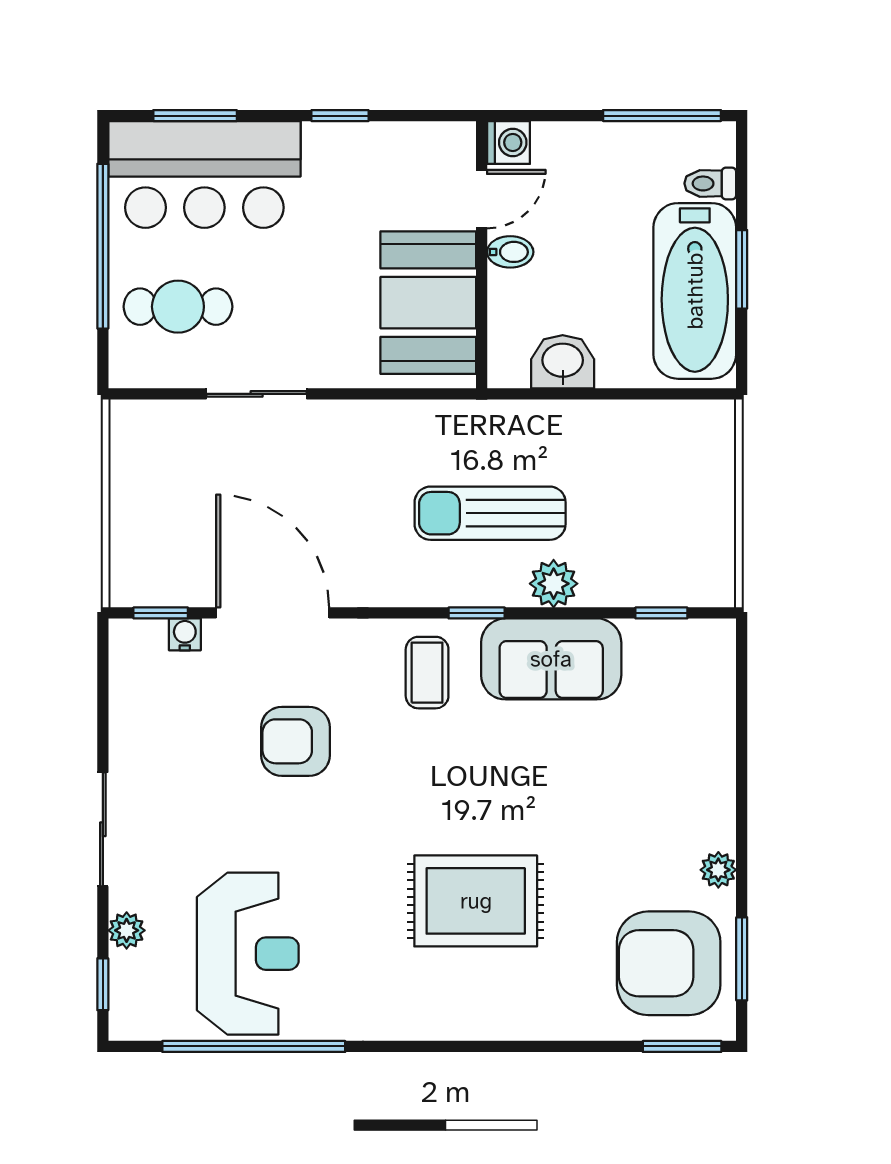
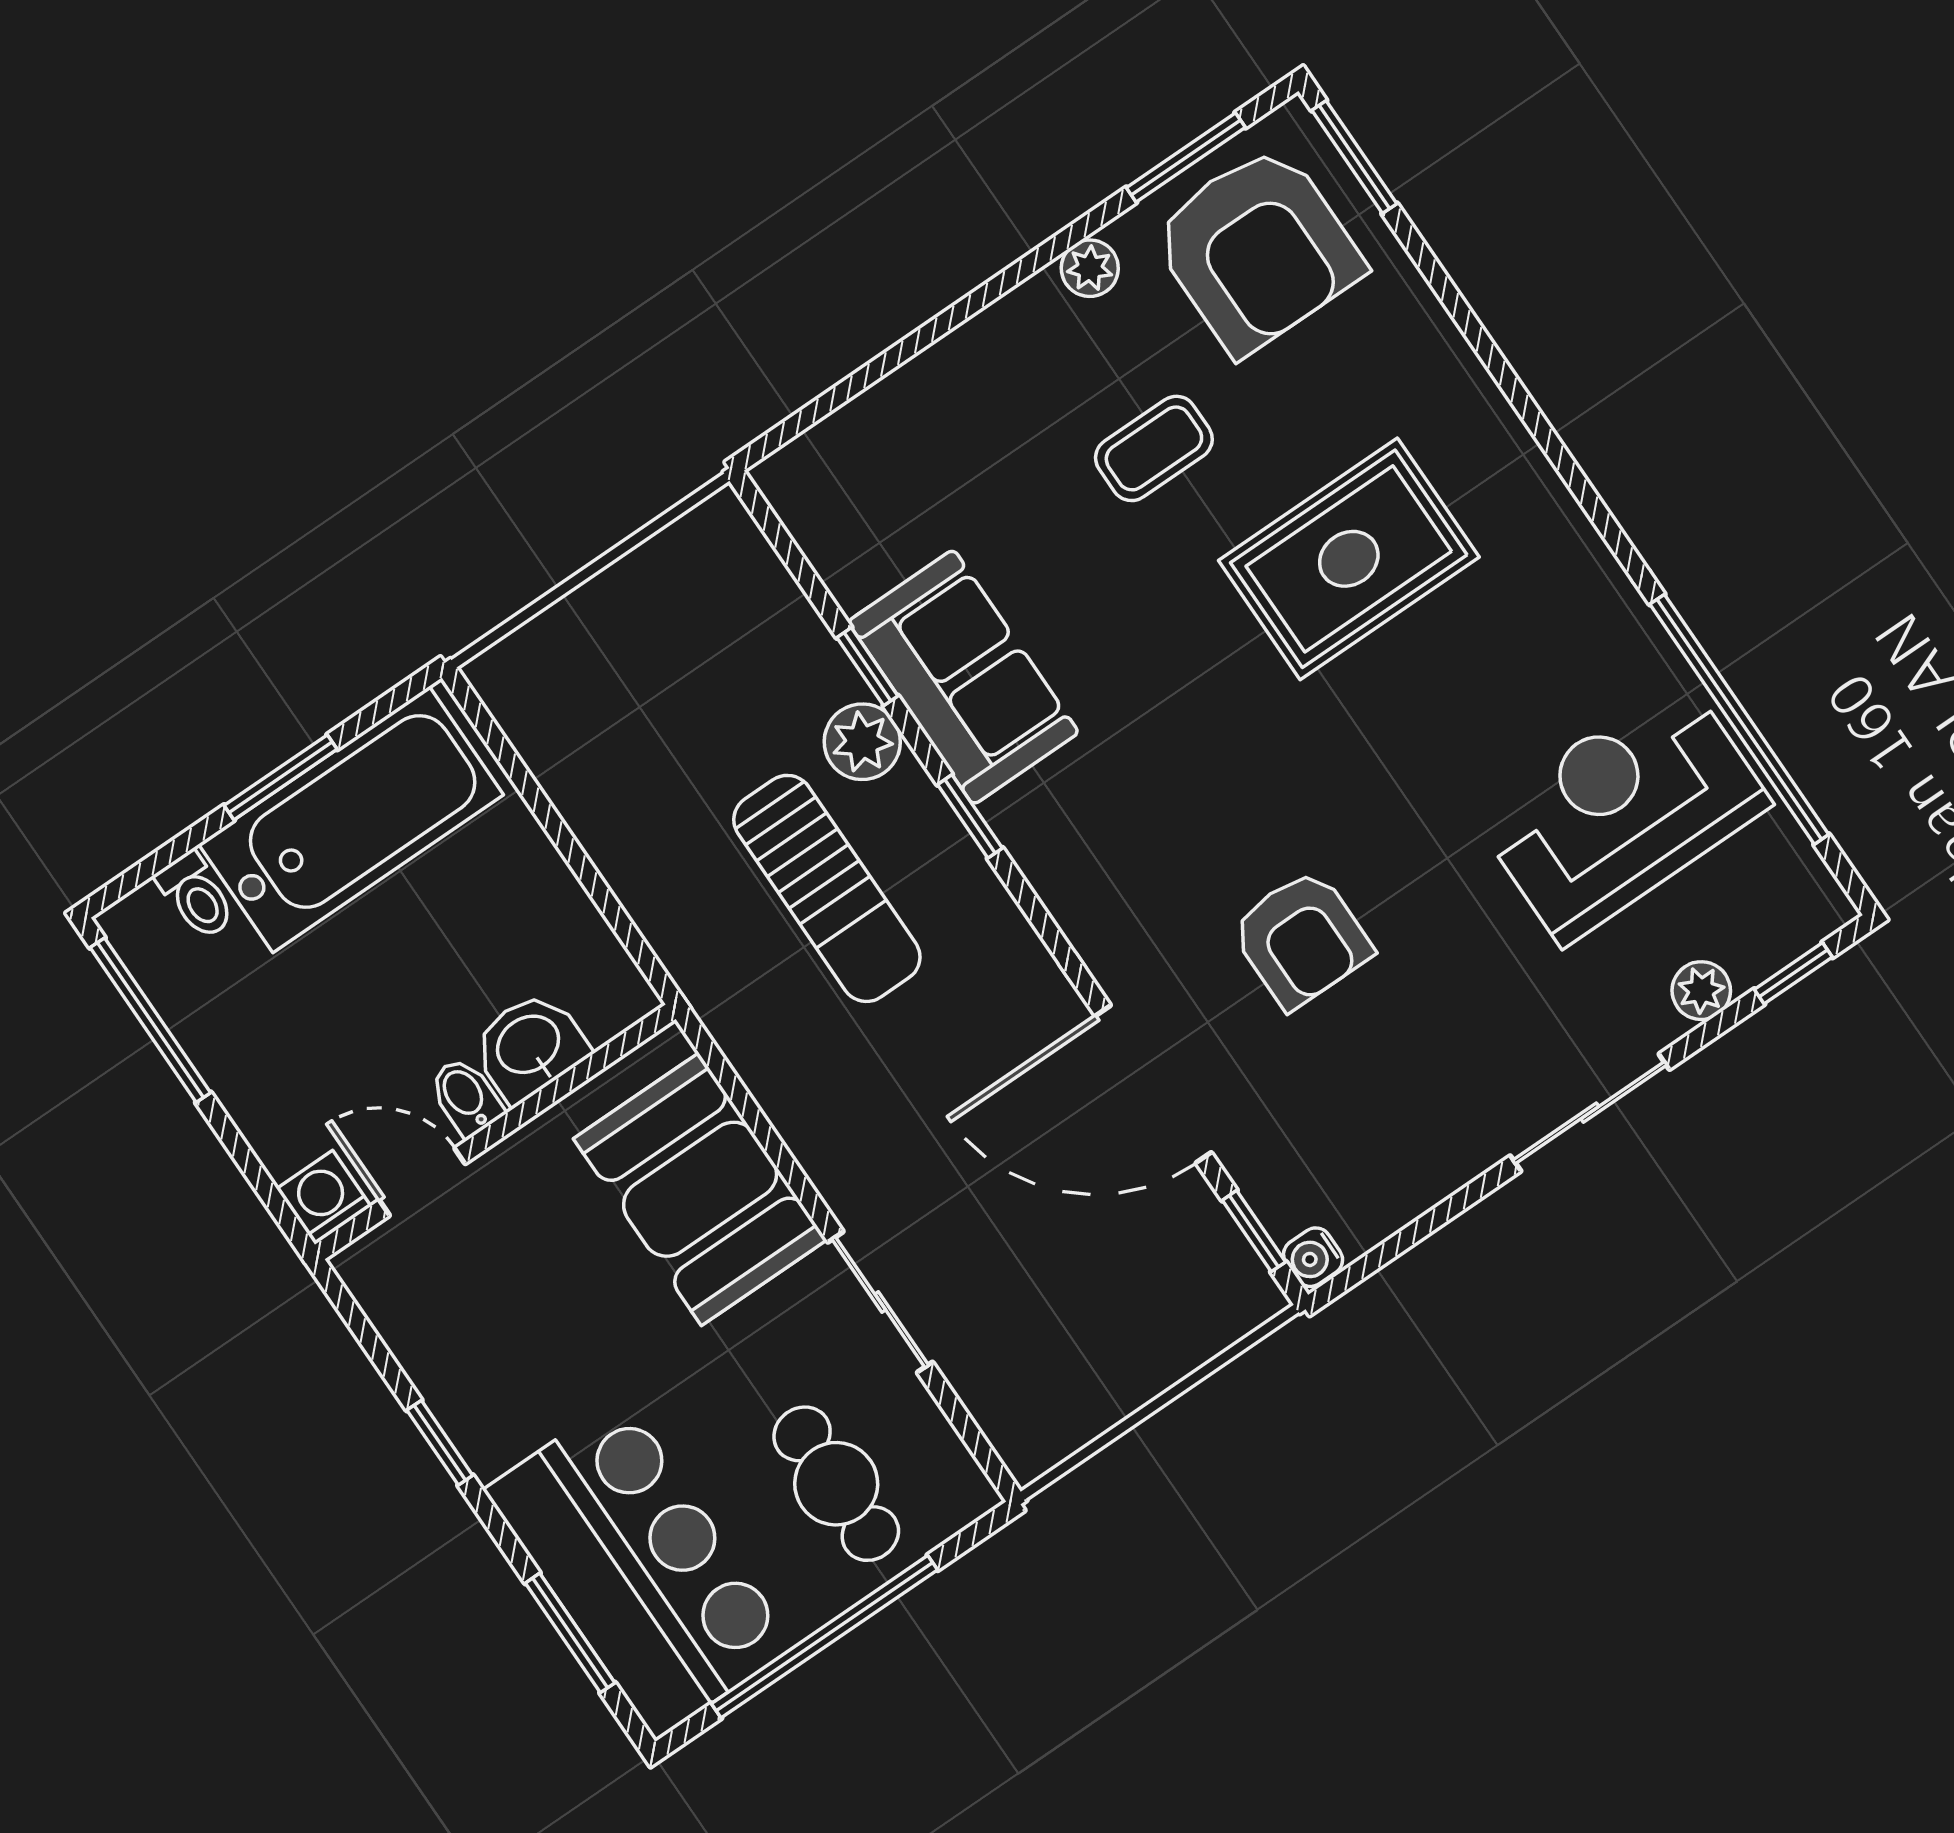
booth: (428, 303) -> (700, 1189), moved, turned 90
washbasin: (563, 362) -> (529, 1046), moved, turned 90
door: (273, 613) -> (1153, 1084), hinge flipped
window: (661, 613) -> (867, 667), moved
water cooler: (185, 634) -> (1313, 1257), moved
coffee table: (427, 673) -> (1154, 448), moved
rug: (476, 901) -> (1349, 559), turned 90

